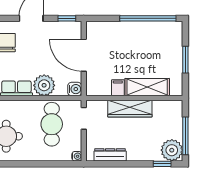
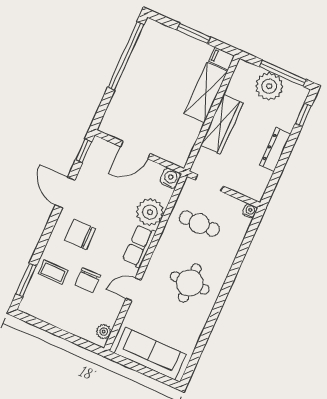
door: (84, 55) -> (135, 150), width x0.73
filing cabinet: (118, 88) -> (222, 59), moved
cafe table: (52, 124) -> (199, 224), width x0.73, depth x0.74
plant: (172, 150) -> (269, 86), moved
dresser: (110, 155) -> (275, 149), moved

